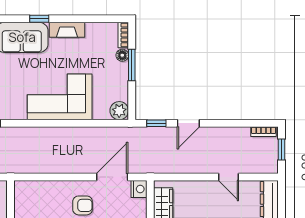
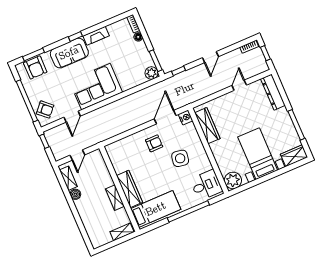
window: (132, 65) -> (156, 61), moved
corner sofa: (60, 97) -> (96, 87), moved
door: (188, 123) -> (210, 57), moved
door: (228, 177) -> (239, 85), swing flipped

